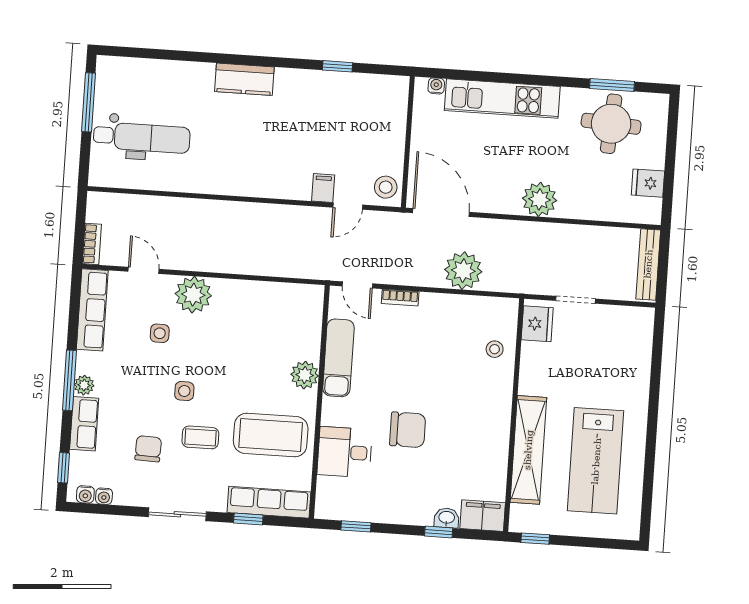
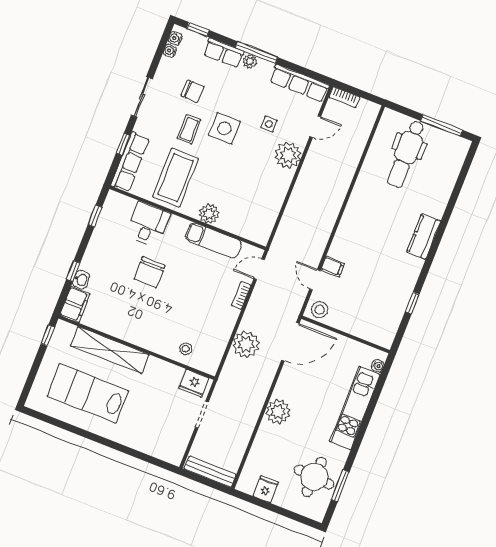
side table: (184, 391) -> (224, 128), width x1.87, depth x1.87

